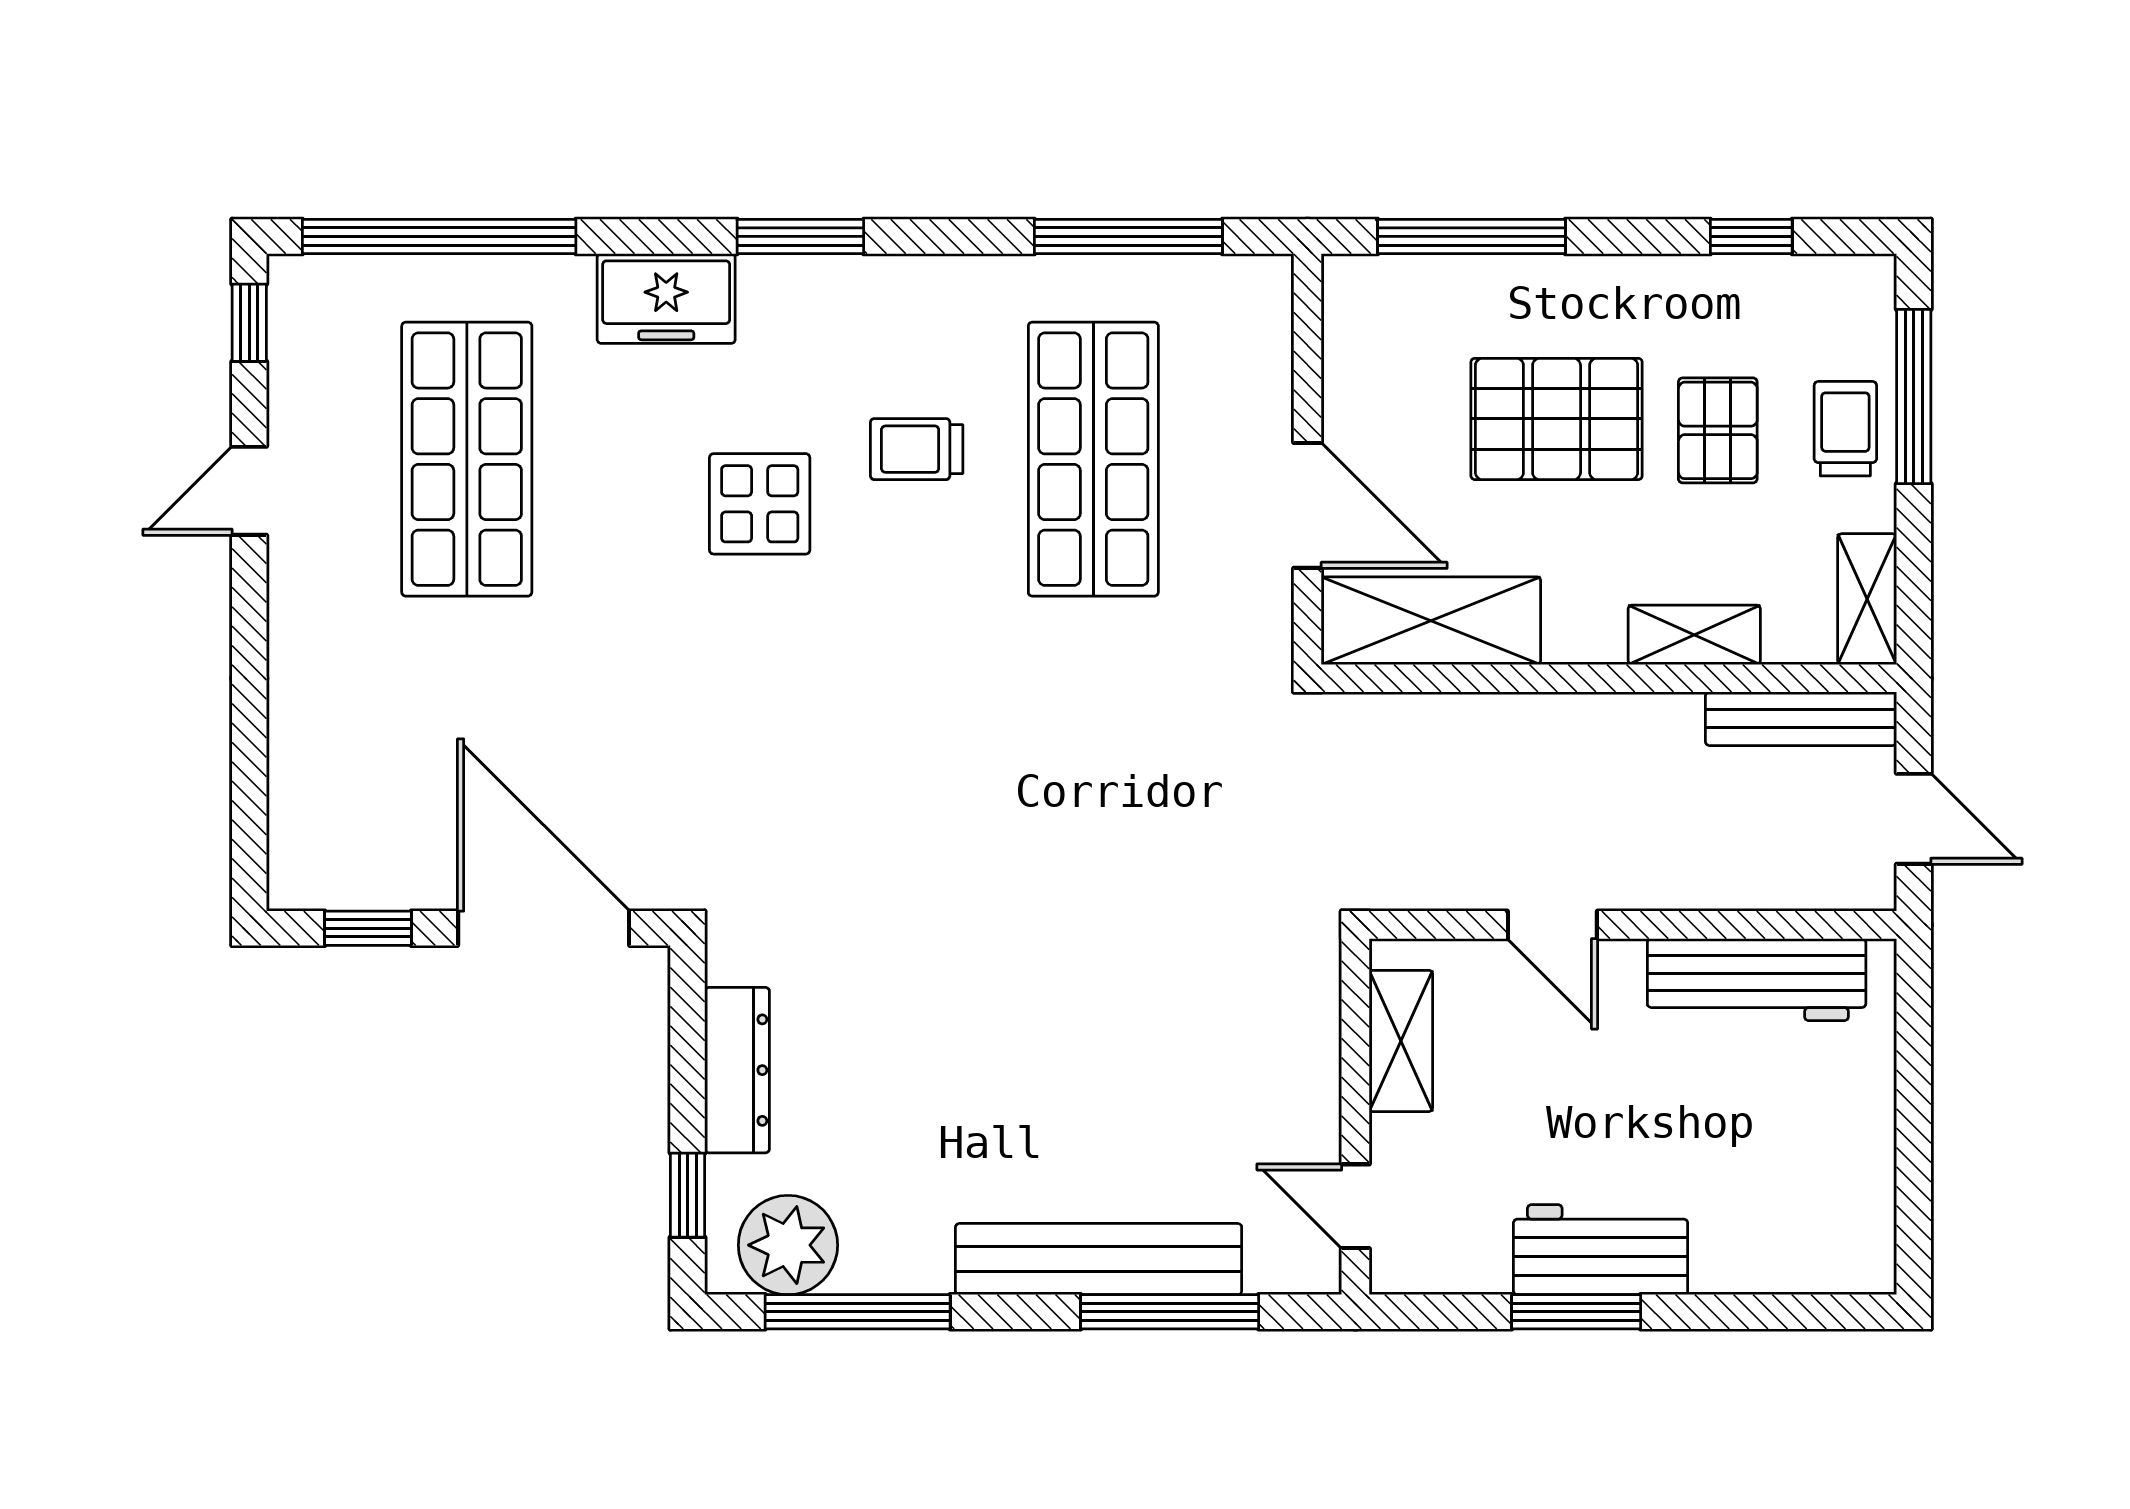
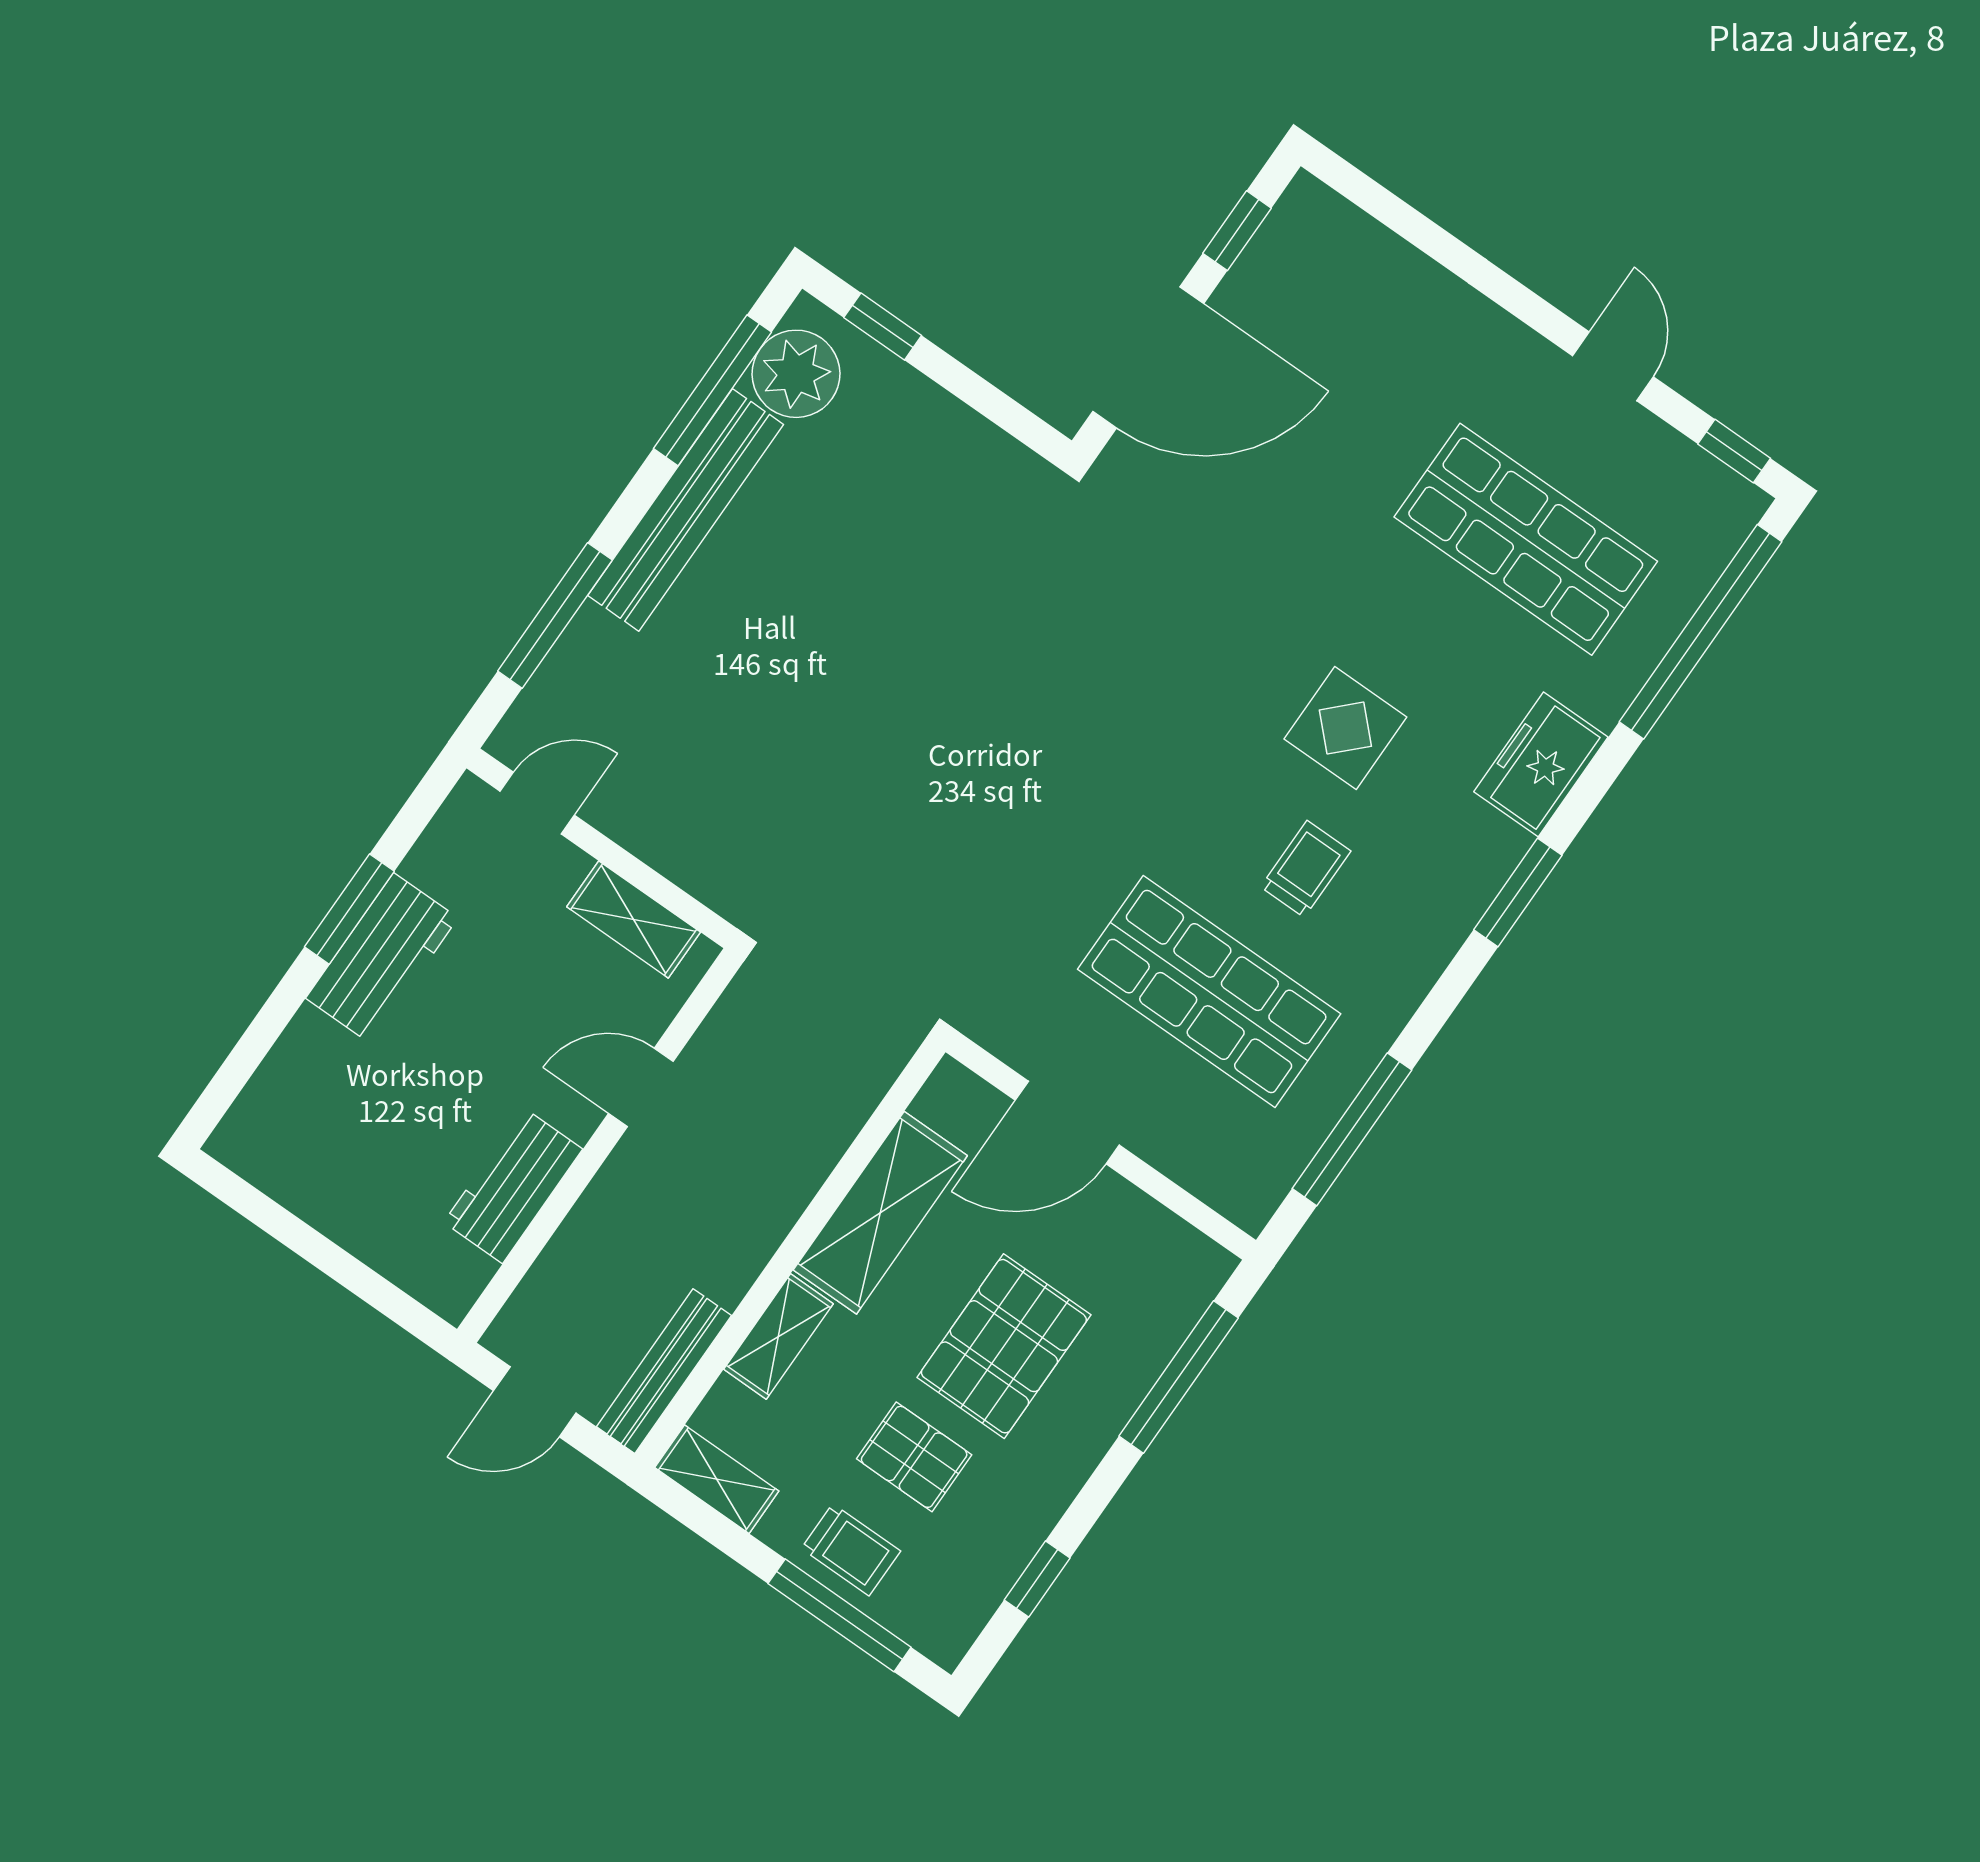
shelving: (1431, 621) -> (880, 1213), moved
workbench: (1757, 980) -> (513, 1186), width x0.73
dresser: (737, 1070) -> (948, 425), removed
bench: (1099, 1259) -> (686, 510), moved

